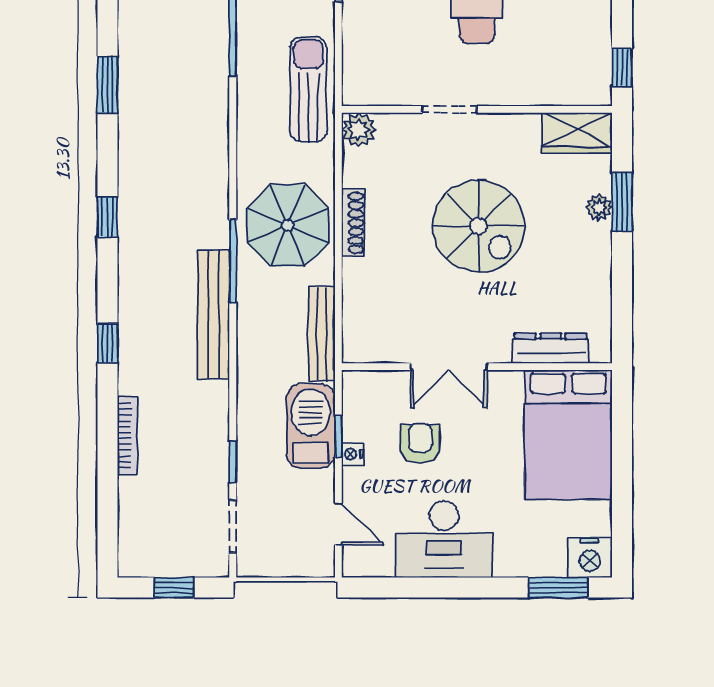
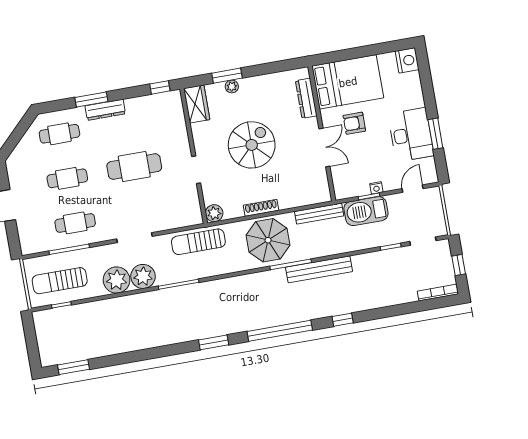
window: (107, 217) -> (280, 331), width x3.17
bookcase: (127, 436) -> (438, 293), moved
armchair: (420, 443) -> (354, 123), moved
window: (558, 588) -> (435, 134), moved

